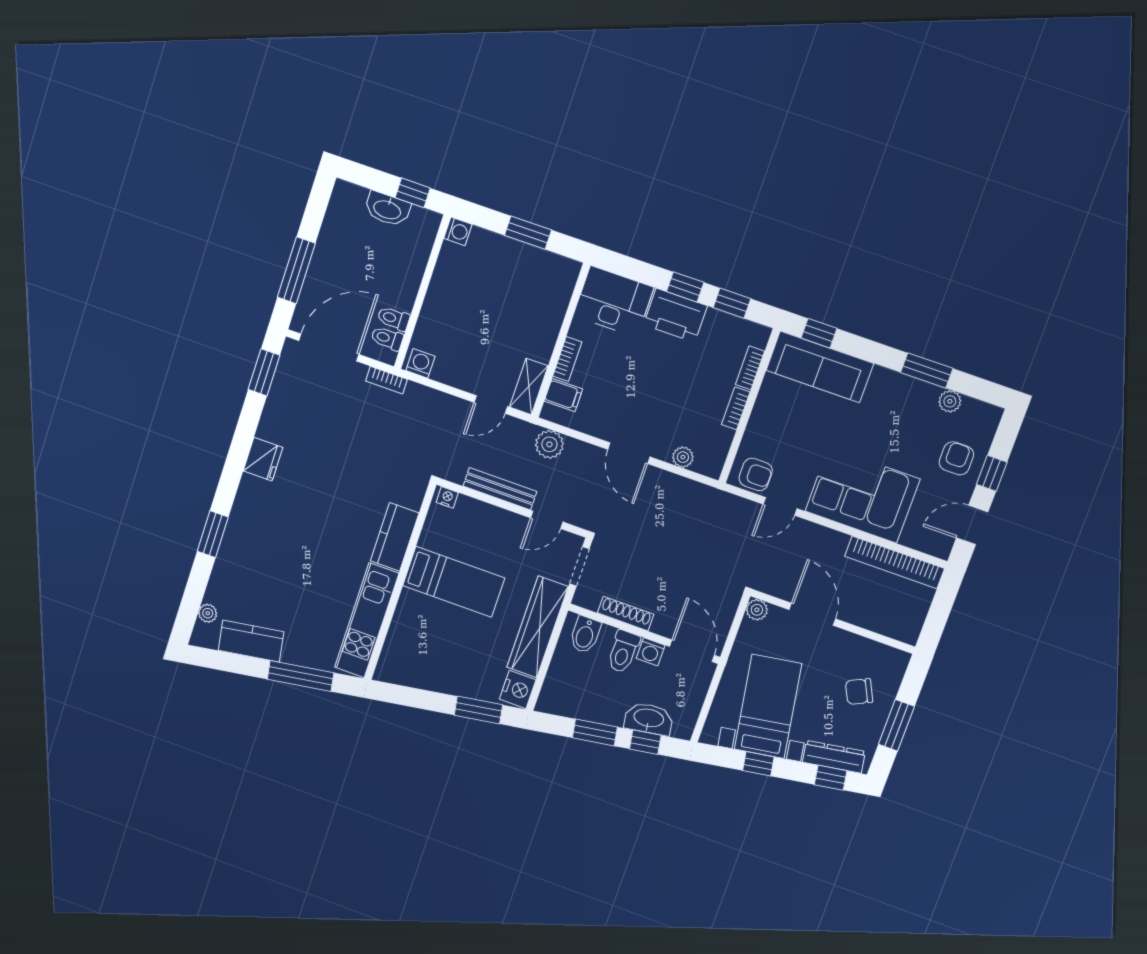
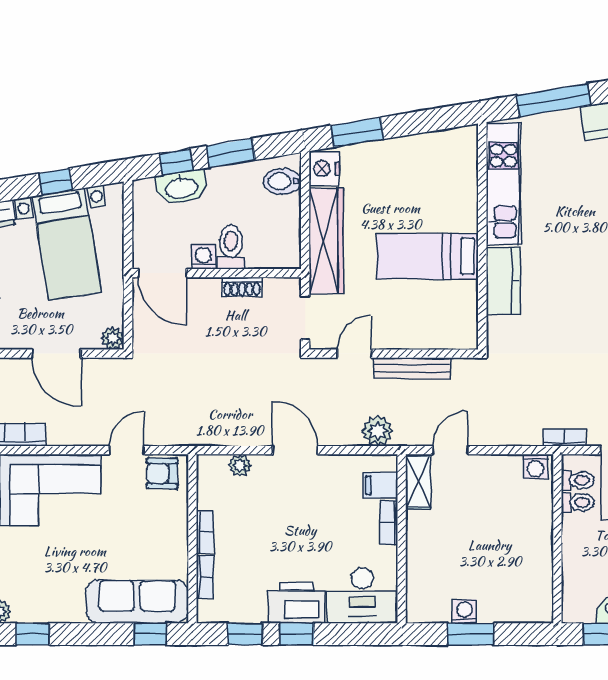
washing machine: (458, 231) -> (464, 611), moved, turned 90
window: (927, 370) -> (33, 634), width x0.67
nightstand: (447, 497) -> (463, 340), removed
shoe rack: (626, 614) -> (242, 287), width x0.70
bidet: (585, 635) -> (282, 181), moved, turned -90

